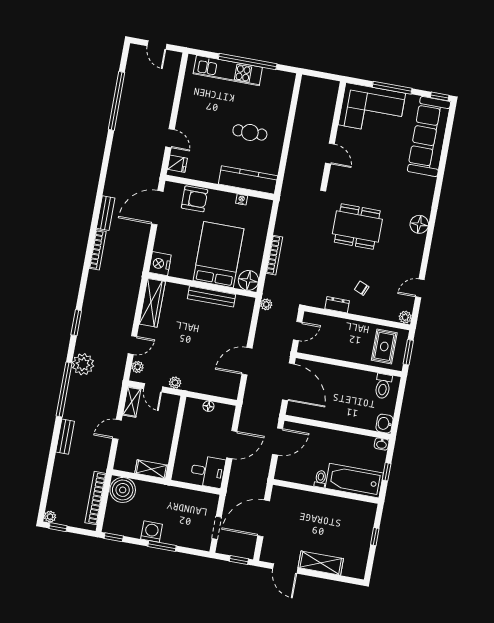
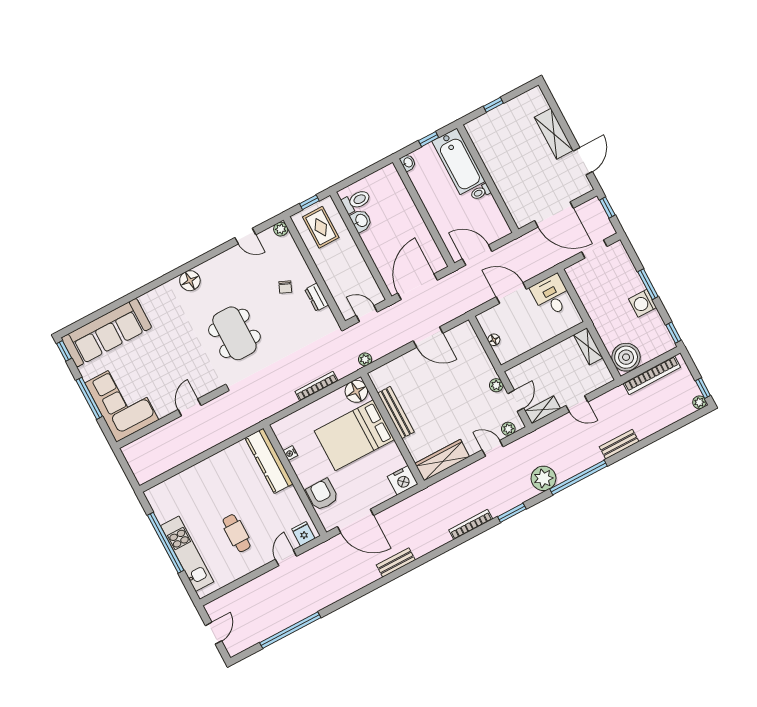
cafe table: (250, 132) -> (237, 533), moved
bookcase: (98, 250) -> (471, 524), moved
rug: (384, 346) -> (321, 227), turned 90
window: (408, 352) -> (309, 202), width x0.67
washbasin: (384, 424) -> (361, 221), moved, turned -90

